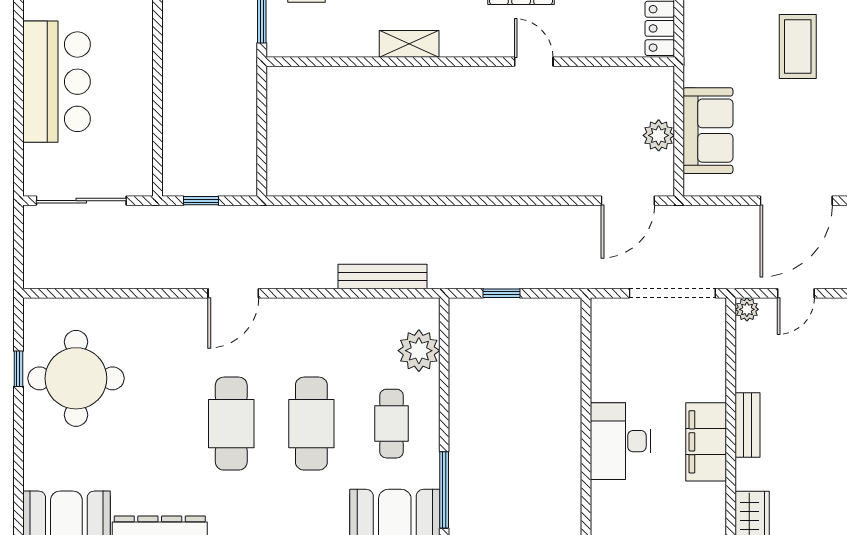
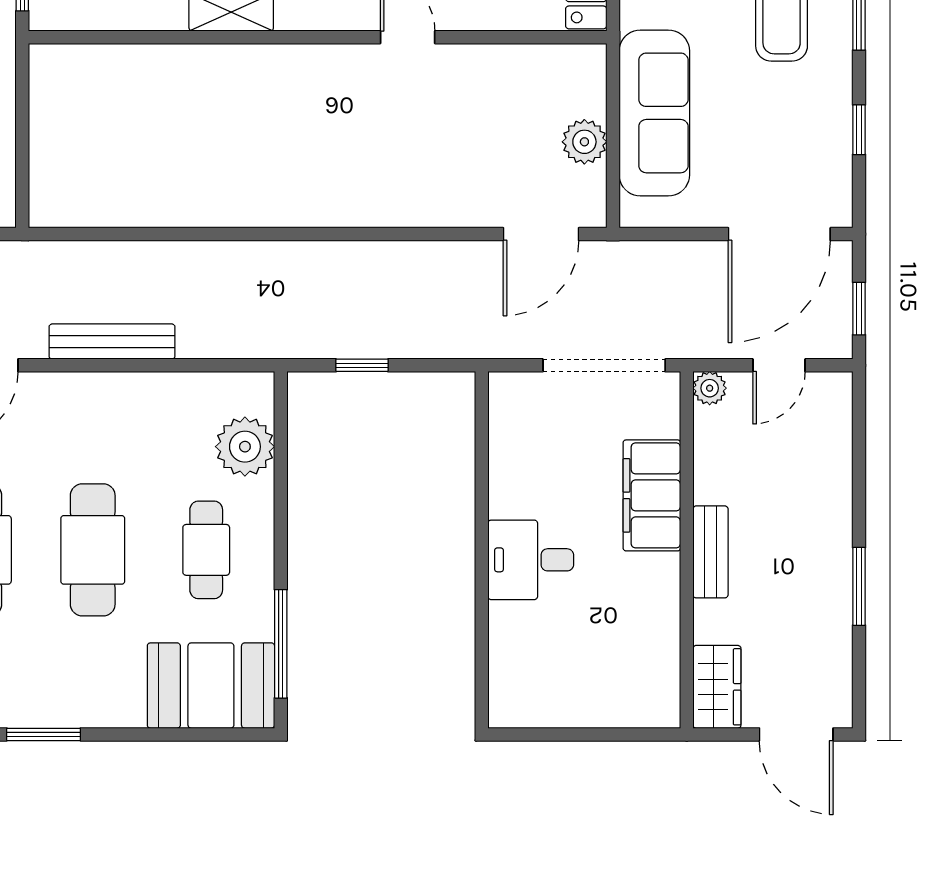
sofa: (708, 131) -> (654, 113), width x1.36
bench: (382, 276) -> (112, 342), moved
desk: (621, 441) -> (531, 560), width x0.73
filing cabinet: (706, 442) -> (652, 495), moved

